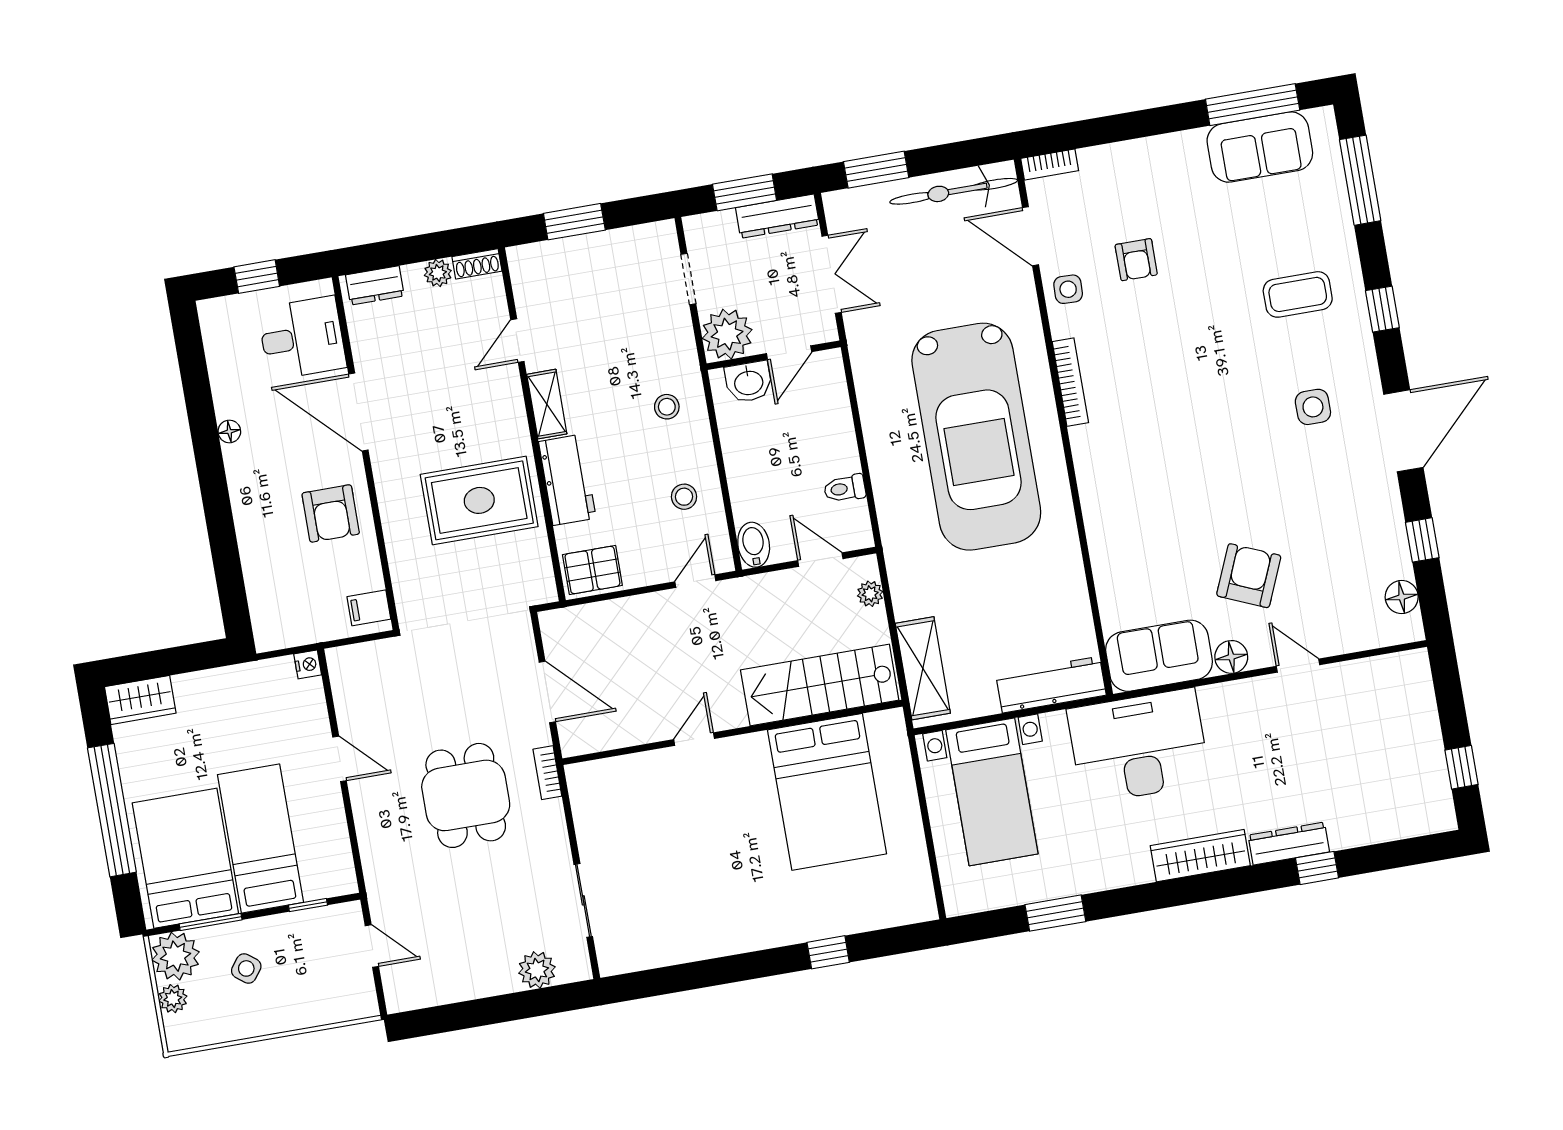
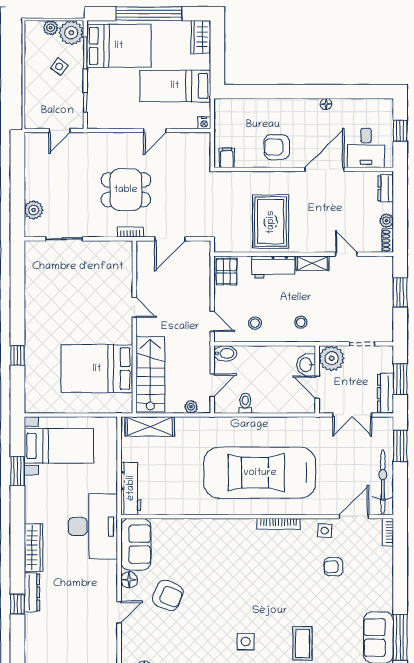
bed with nightstands: (992, 792) -> (59, 446), moved, turned 180
bed: (260, 839) -> (175, 86), moved, turned 180

